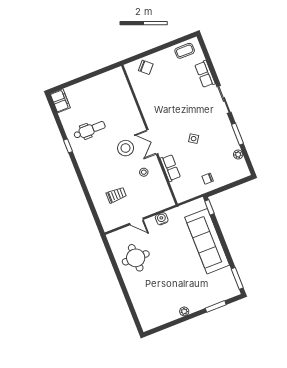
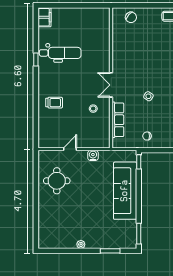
dental chair: (89, 130) -> (60, 53), width x1.36, depth x1.38
stool: (126, 148) -> (86, 81), removed
row of seats: (170, 168) -> (118, 120), width x1.48
trolley: (116, 195) -> (54, 103), moved
door: (136, 221) -> (70, 149), swing flipped

